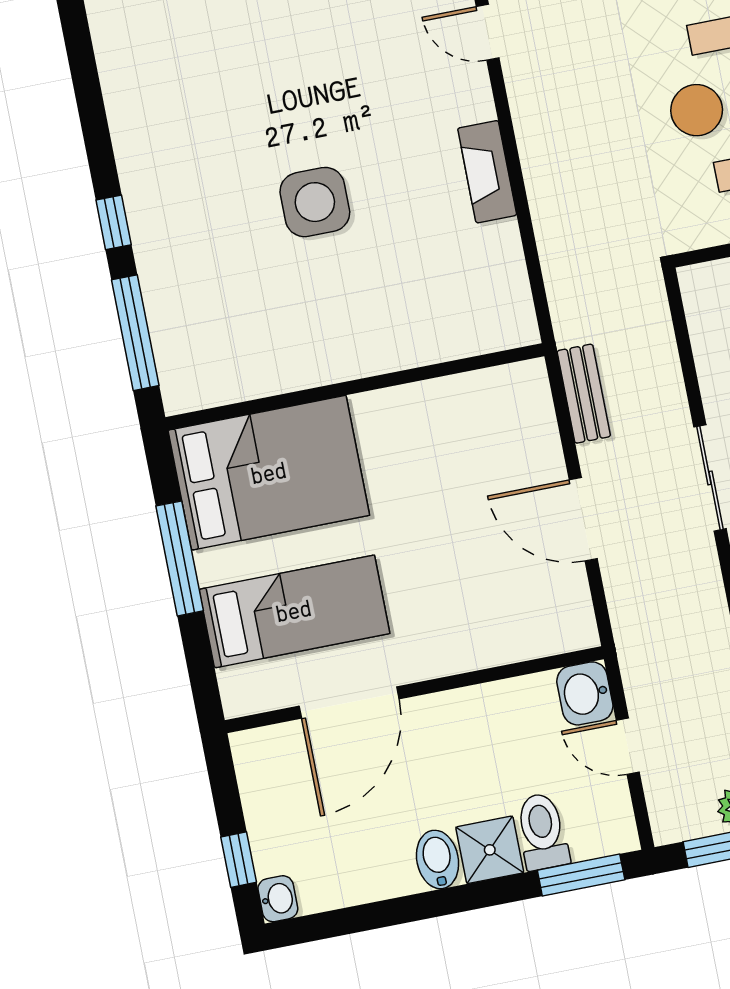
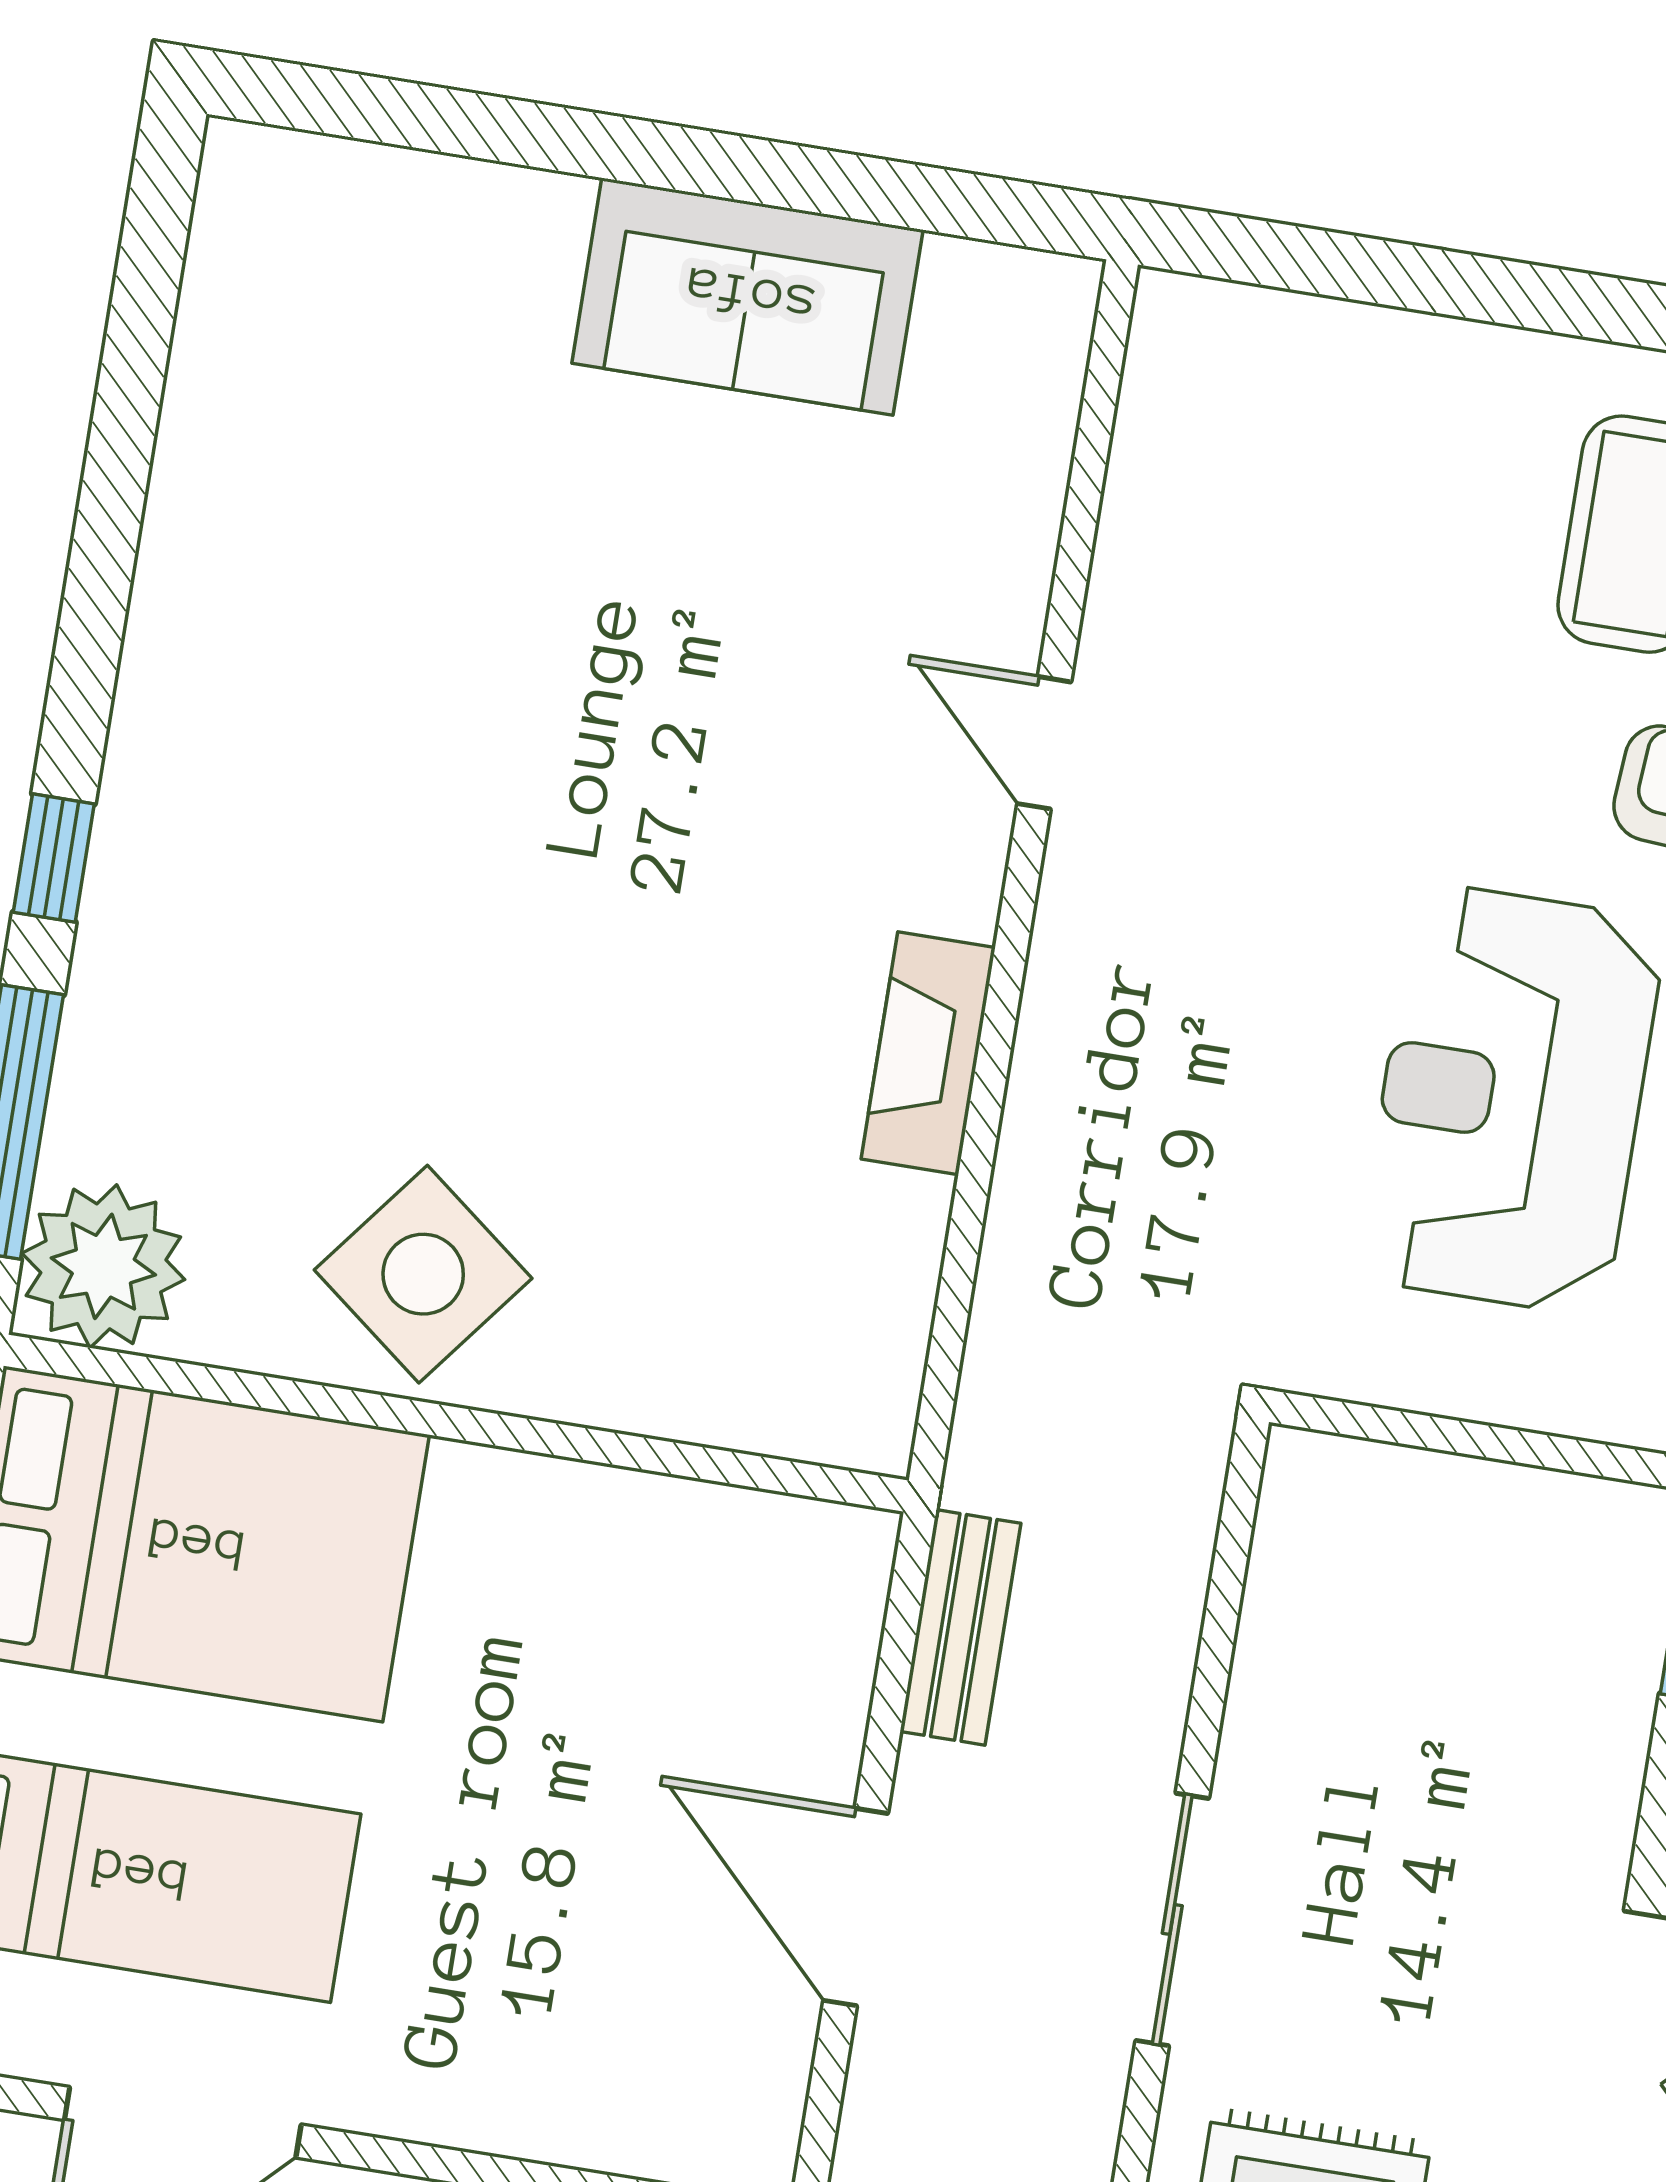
side table: (315, 202) -> (423, 1274), moved, turned 38
plant: (193, 376) -> (103, 1266), added

